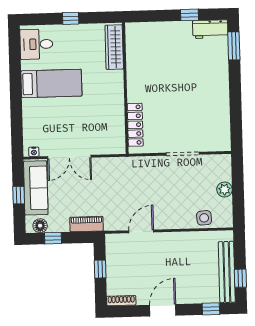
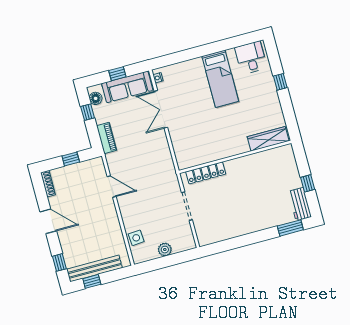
wardrobe: (114, 47) -> (268, 139), moved
wall: (125, 88) -> (235, 157), moved
locker: (135, 125) -> (206, 173), moved

